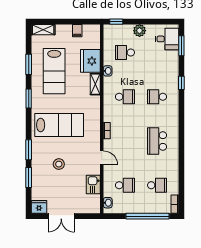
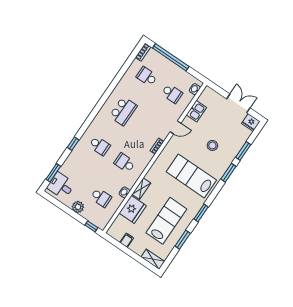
door: (102, 158) -> (176, 127), swing flipped
school desk: (125, 185) -> (172, 94), turned 180

